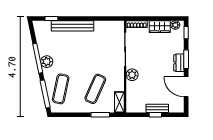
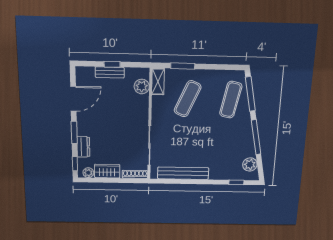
bench: (73, 26) -> (183, 173), moved
plant: (47, 62) -> (250, 164), moved
dresser: (179, 63) -> (83, 147), moved
plant: (132, 75) -> (142, 86), moved
door: (186, 87) -> (73, 99), hinge flipped

